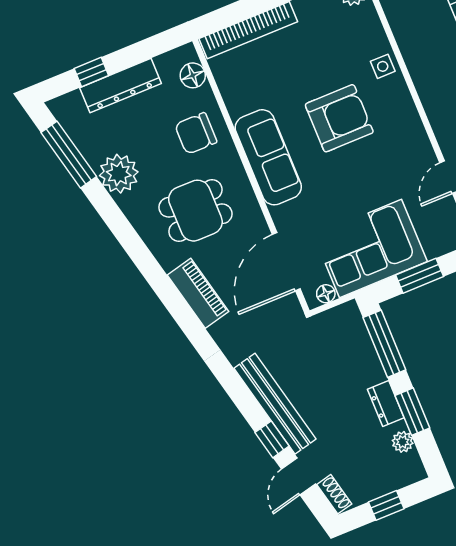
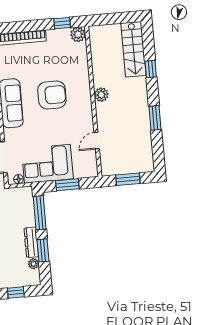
side table: (383, 66) -> (81, 76), removed
plant: (430, 89) -> (101, 95), added
dresser: (386, 404) -> (31, 242), width x1.44

